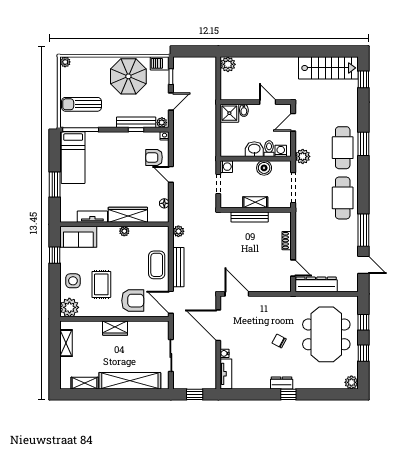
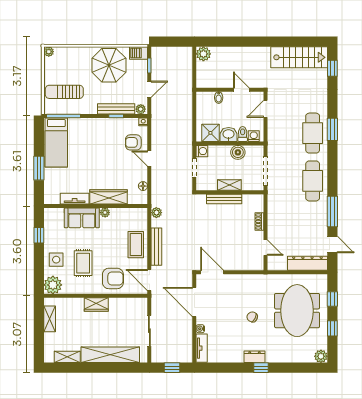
shower: (229, 113) -> (210, 133), moved
plant: (303, 156) -> (275, 141), removed
sofa: (78, 237) -> (82, 218), moved
dresser: (316, 284) -> (307, 263), moved

